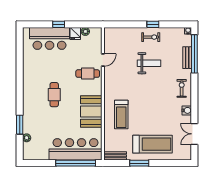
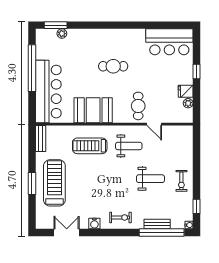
window: (153, 24) -> (196, 206), moved
bar counter: (50, 38) -> (169, 42), moved, turned -90
weight bench: (149, 63) -> (150, 179), turned -90
weight bench: (121, 81) -> (129, 146), added
window: (20, 125) -> (56, 25), moved
treadmill: (153, 144) -> (54, 183), turned 180
window: (76, 163) -> (32, 68), moved
window: (139, 163) -> (32, 184), moved

